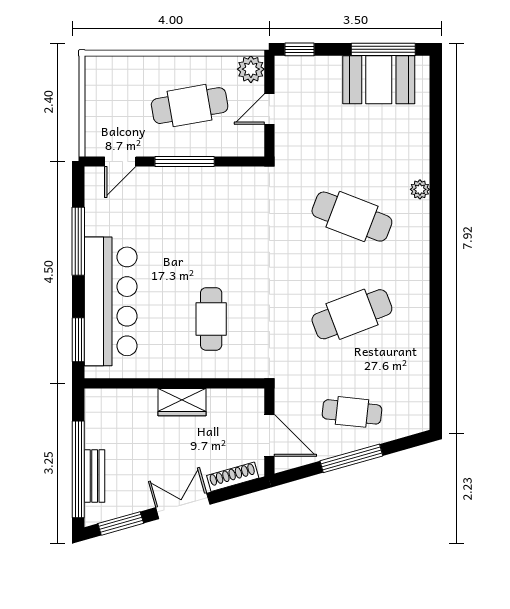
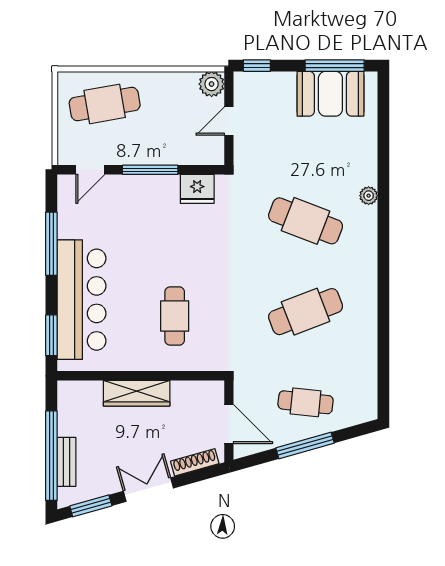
cafe table: (190, 106) -> (105, 104), moved
fridge: (235, 182) -> (197, 189), added
wardrobe: (182, 402) -> (137, 393), width x1.50

